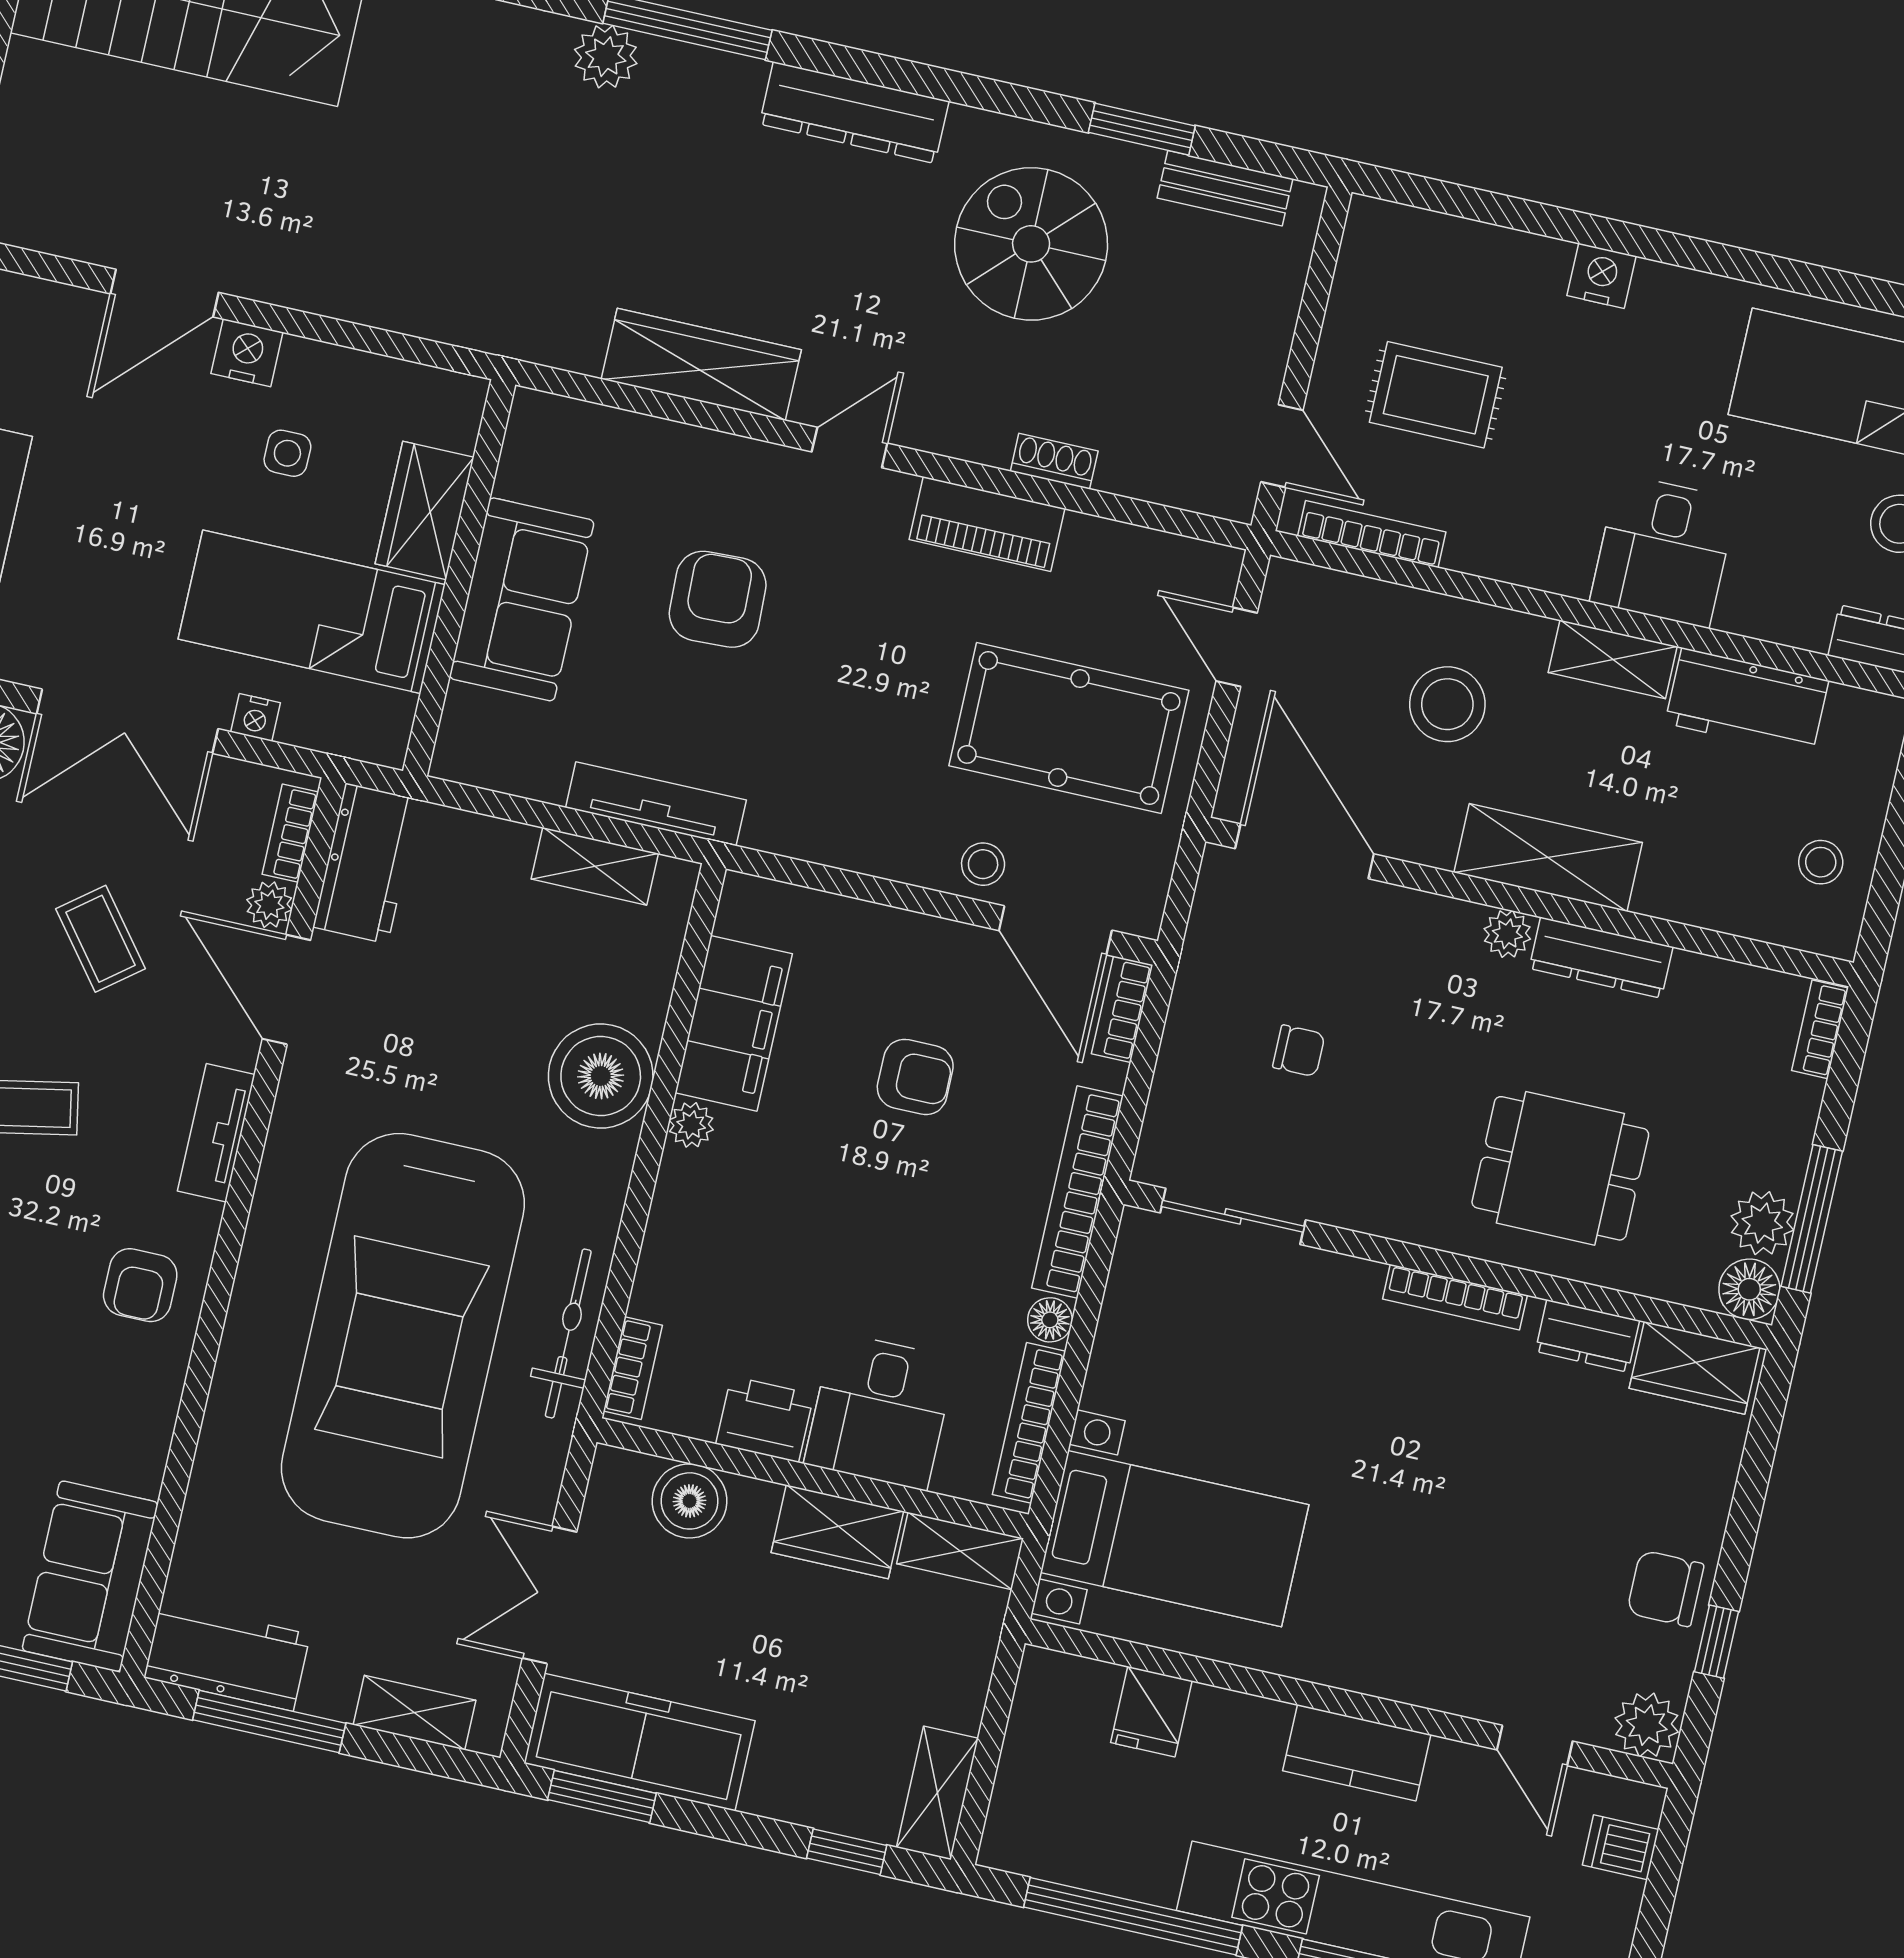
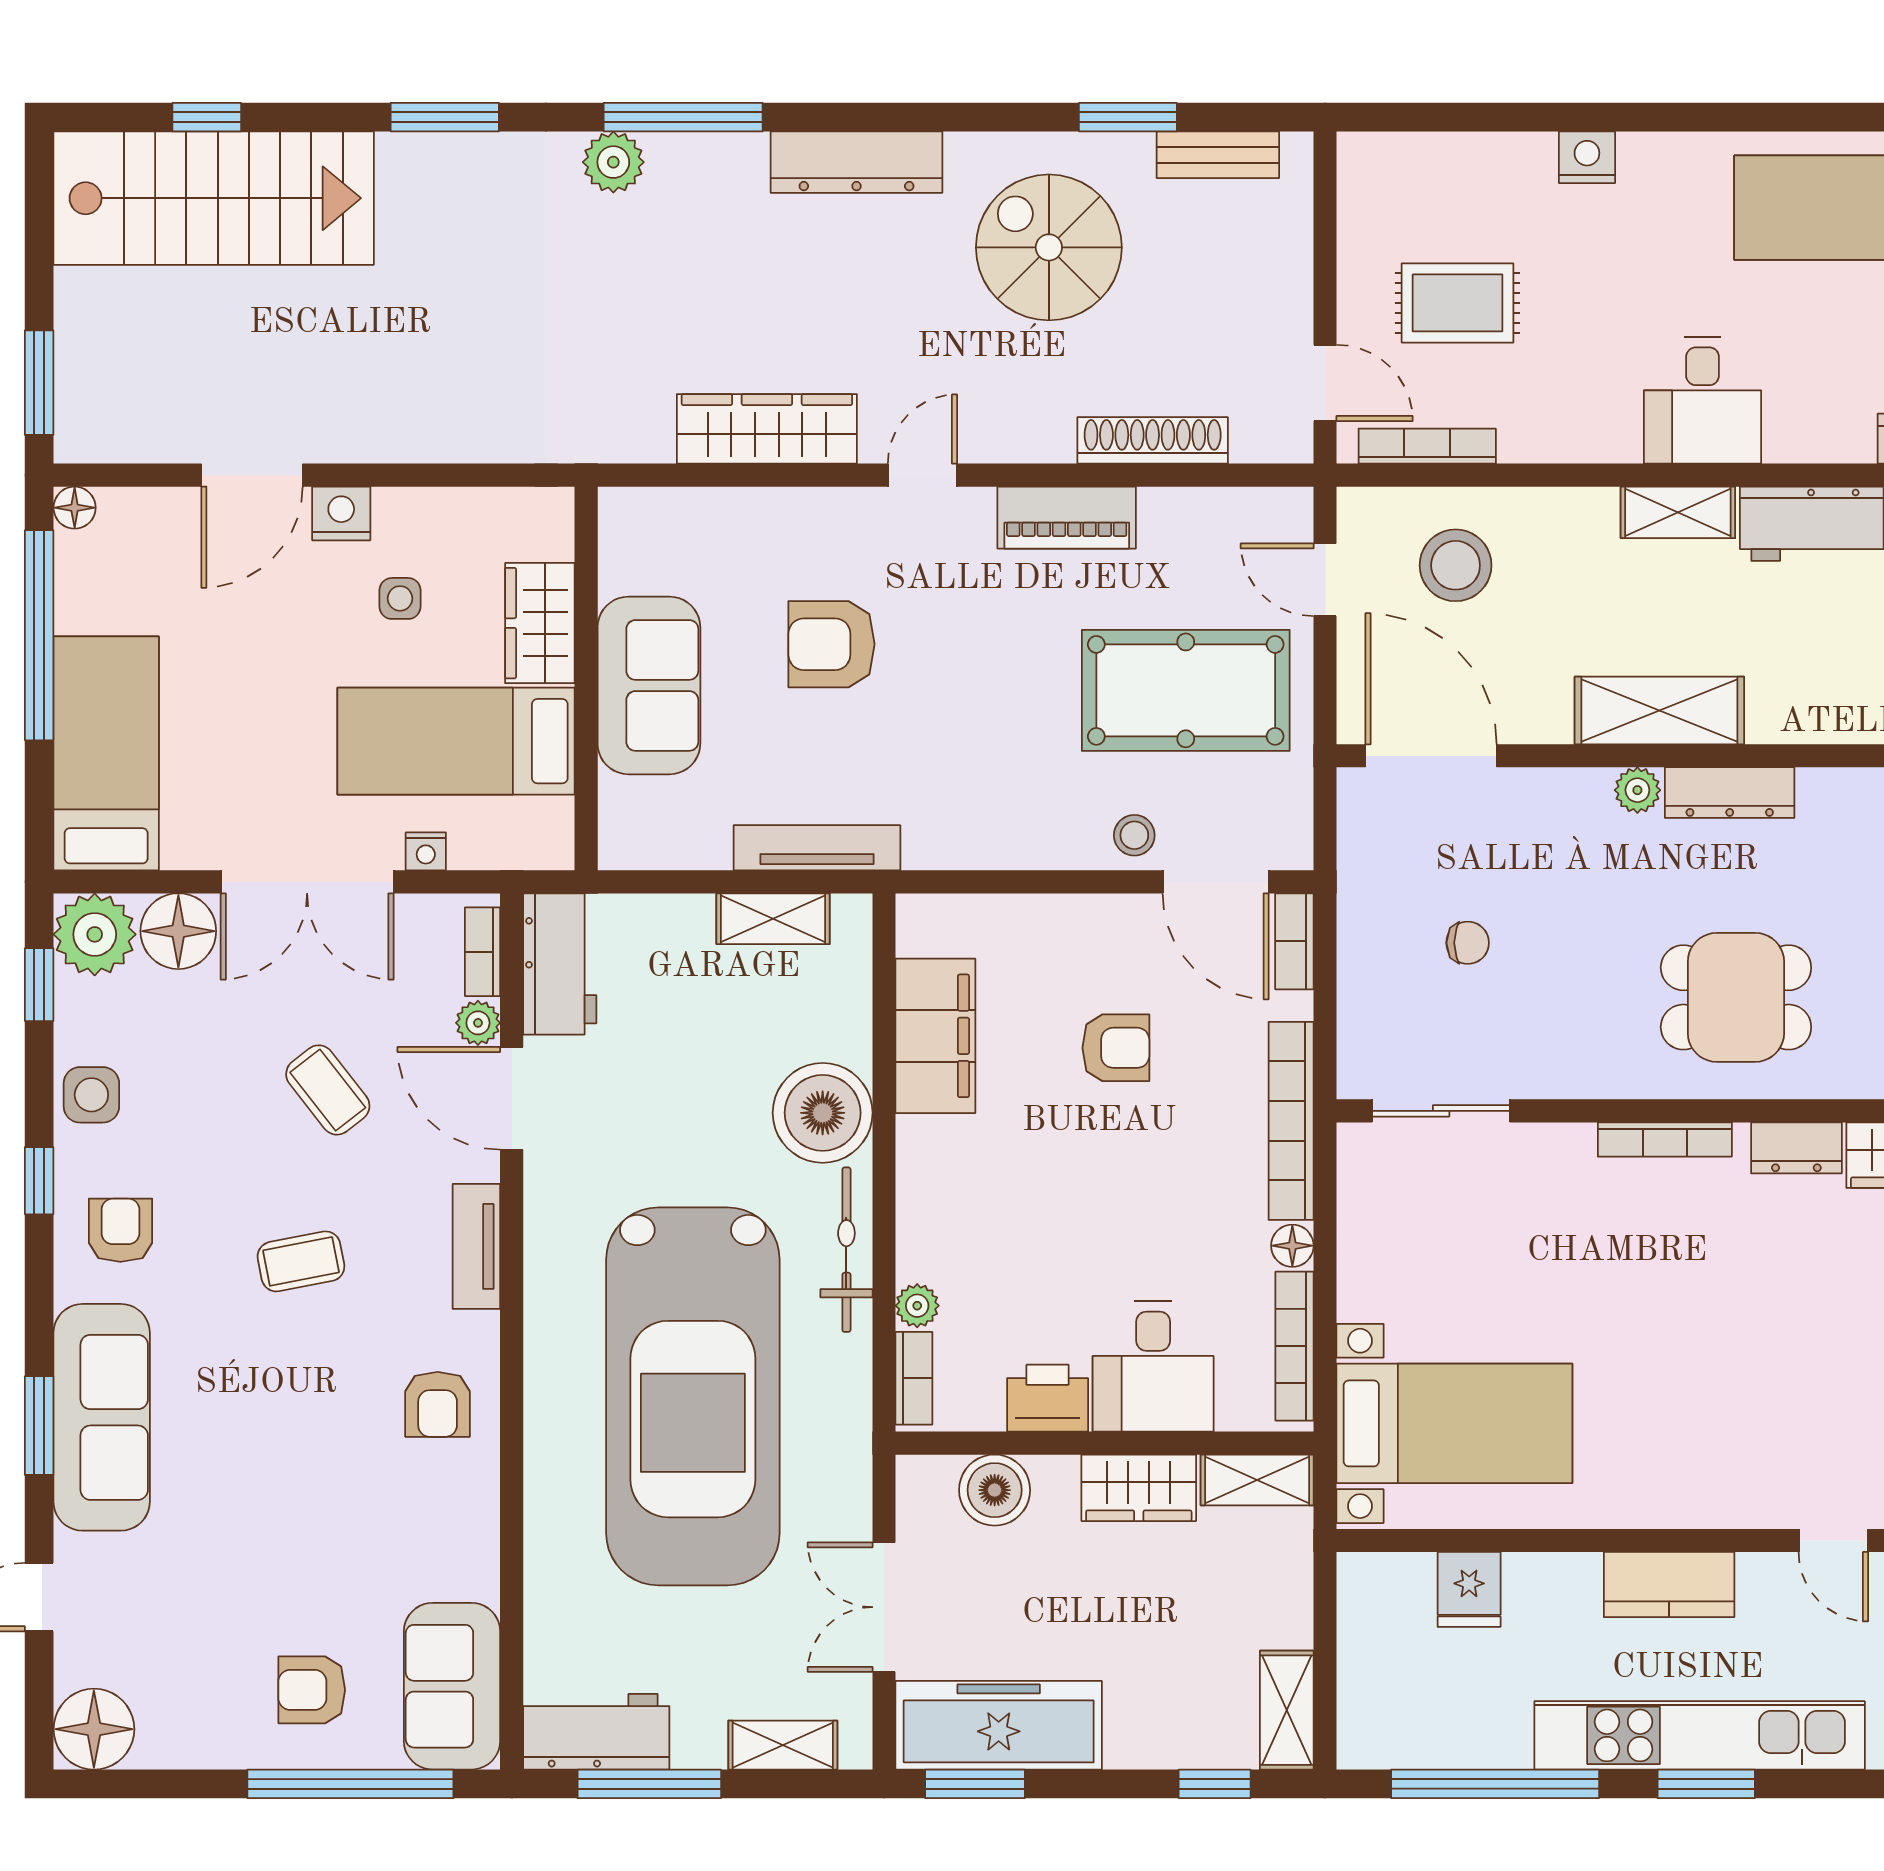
shoe rack: (1054, 461) -> (1153, 440), width x1.94, depth x1.24
armchair: (718, 599) -> (831, 644), turned -88
stool: (1447, 704) -> (1456, 565), moved
plant: (691, 1125) -> (917, 1306), moved
bicycle: (568, 1333) -> (846, 1250), moved

